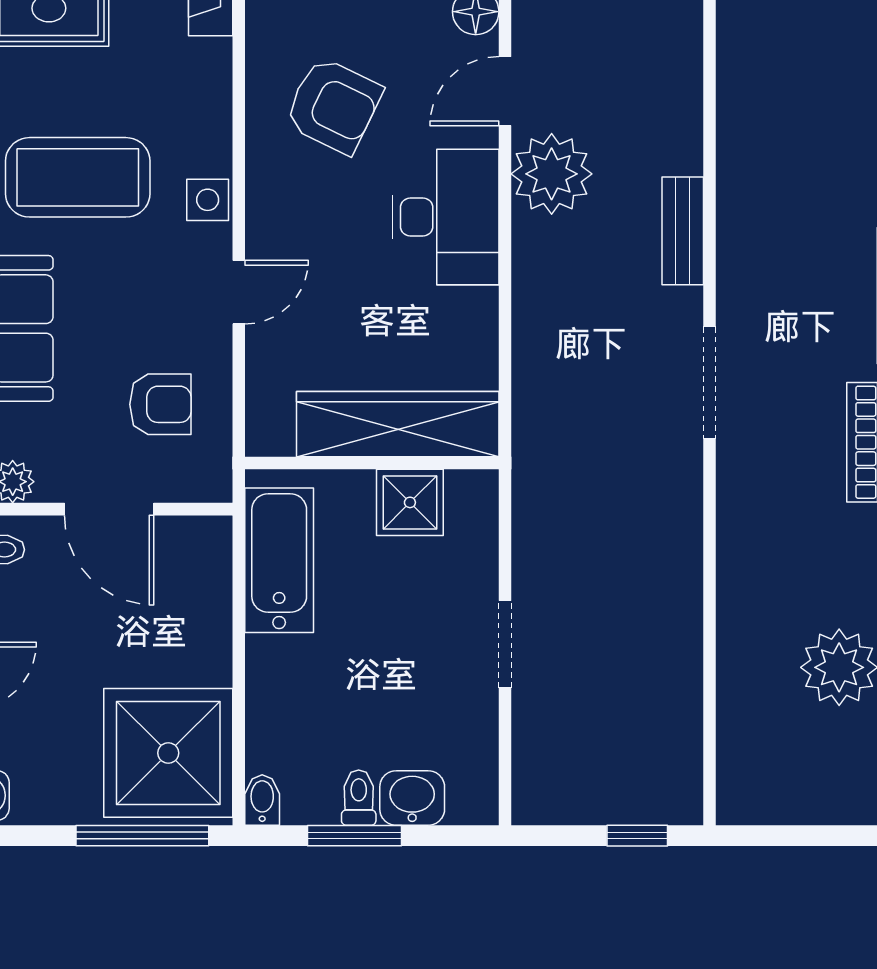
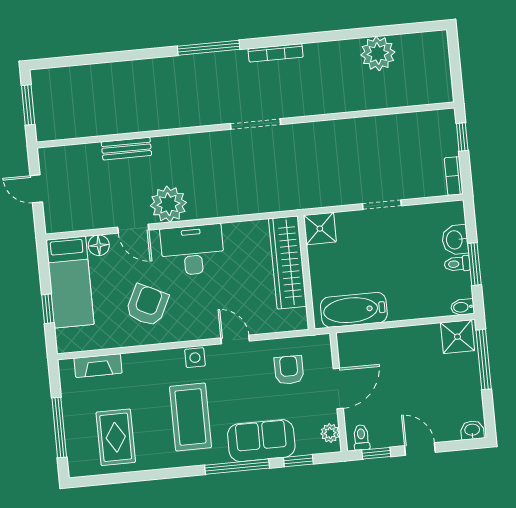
bench: (683, 231) -> (126, 149), moved
shower: (410, 502) -> (320, 229), moved
shower: (168, 753) -> (457, 337), width x0.54, depth x0.54
bookcase: (553, 809) -> (454, 176), added

